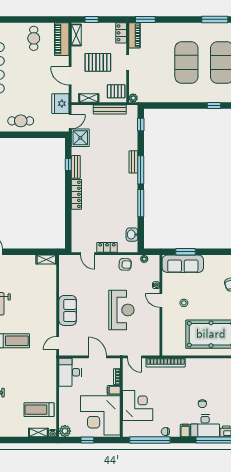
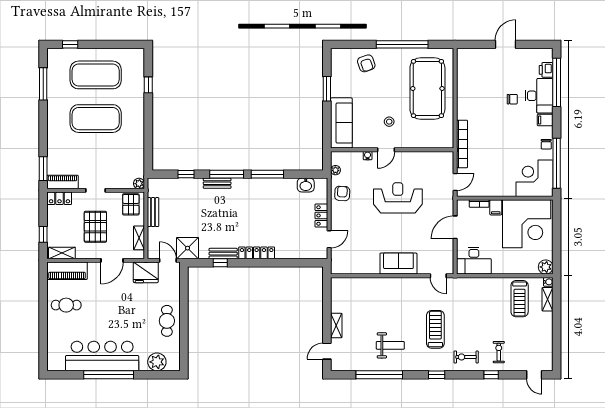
bench: (110, 110) -> (153, 212), width x0.73
window: (141, 124) -> (186, 174), moved
window: (185, 252) -> (327, 89), moved
shelving: (46, 260) -> (336, 326), moved
corner desk: (138, 406) -> (535, 178), moved
window: (87, 440) -> (557, 240), removed

